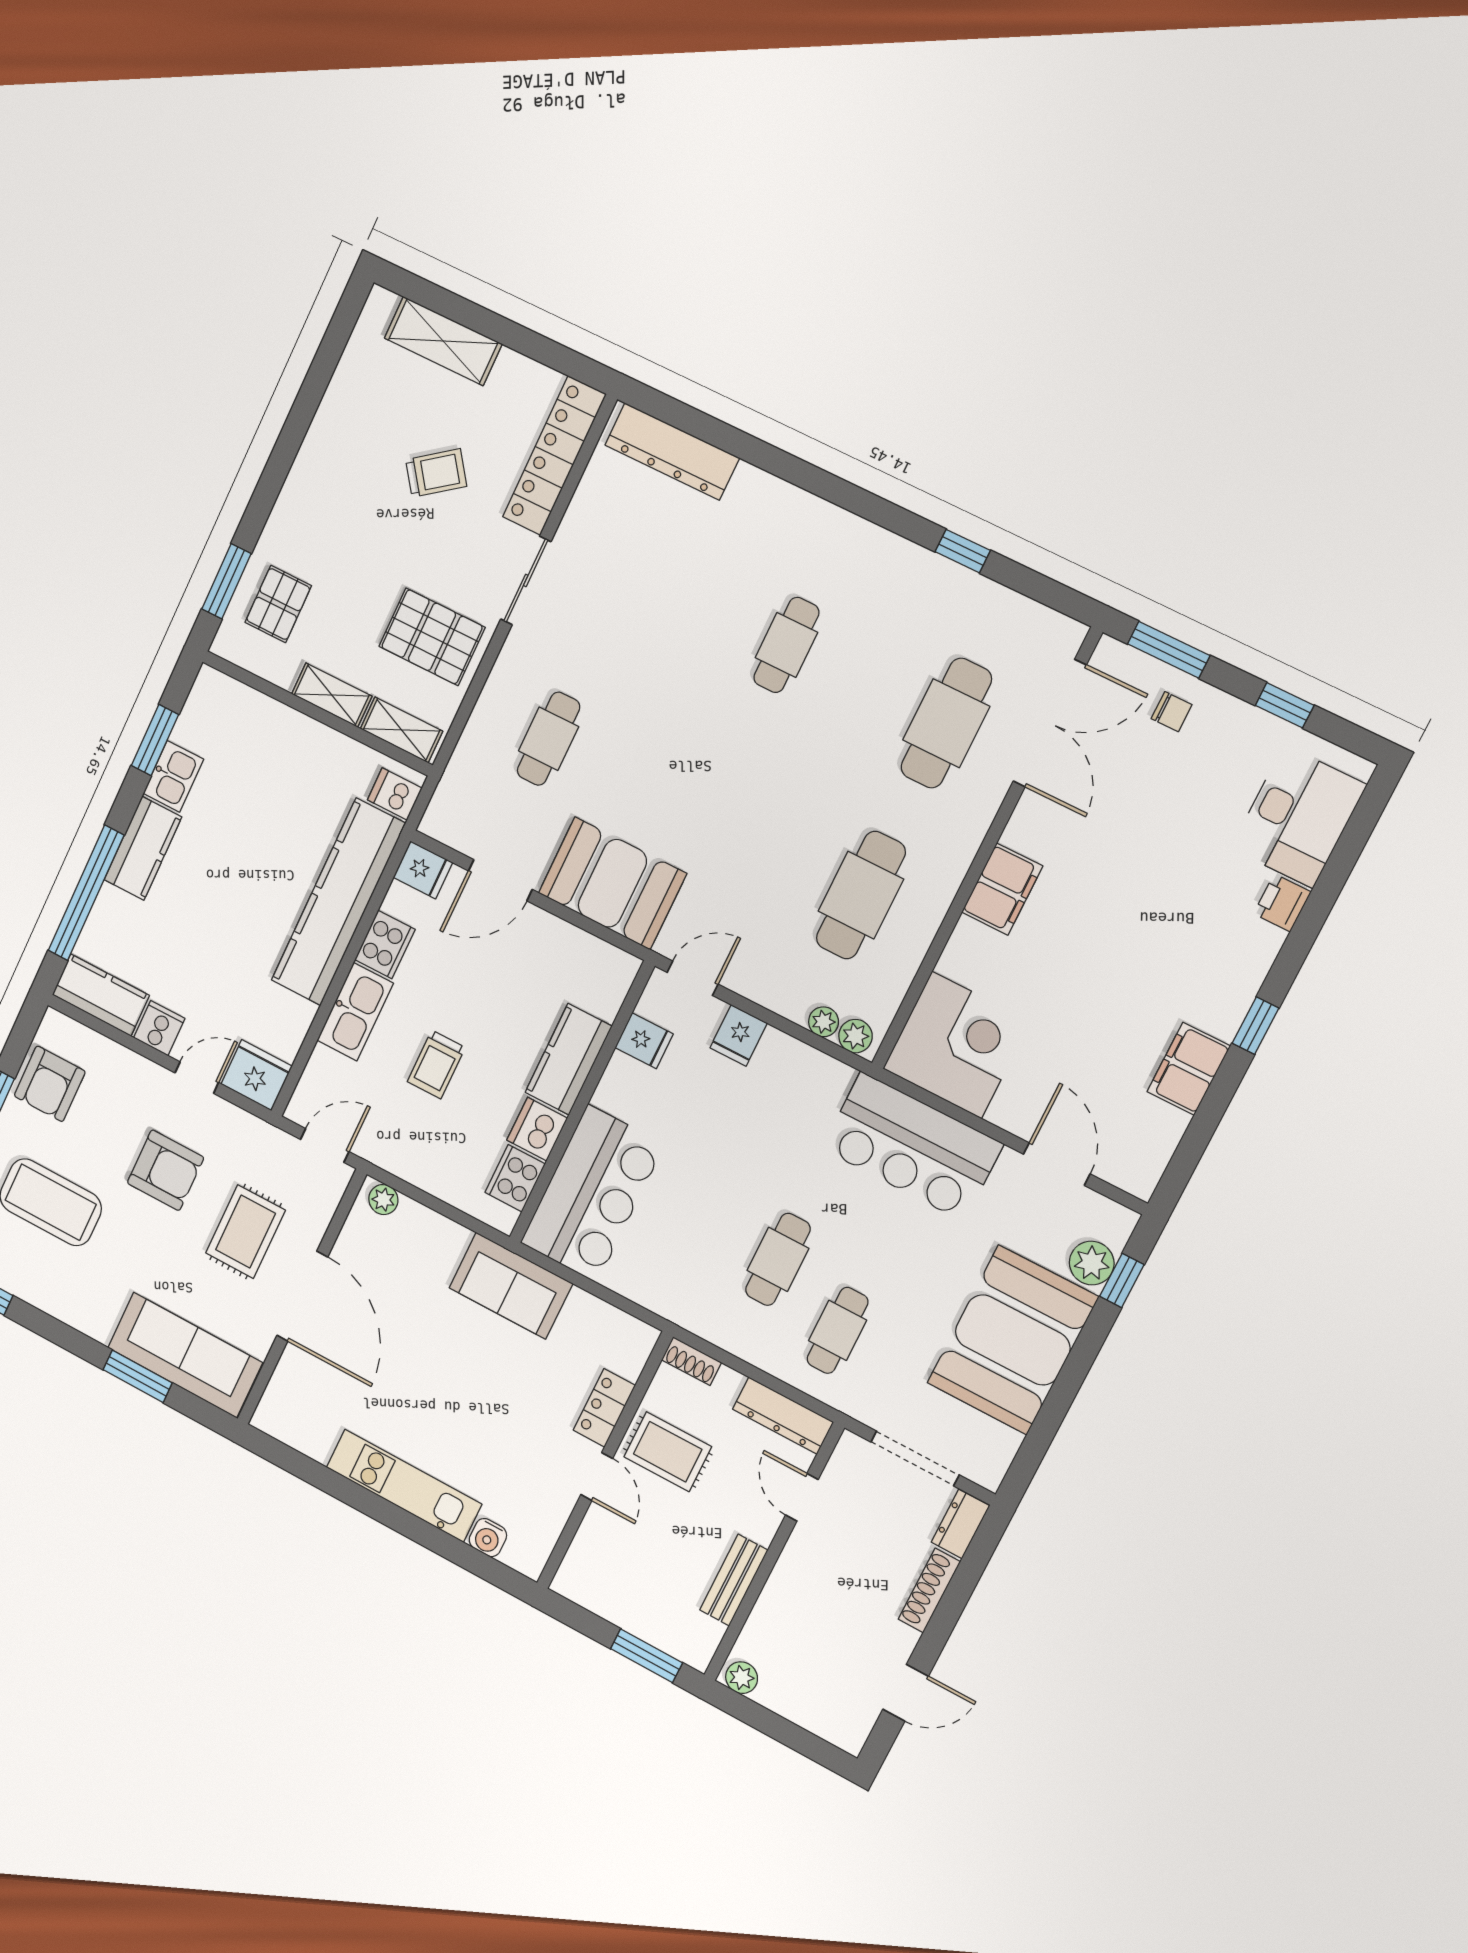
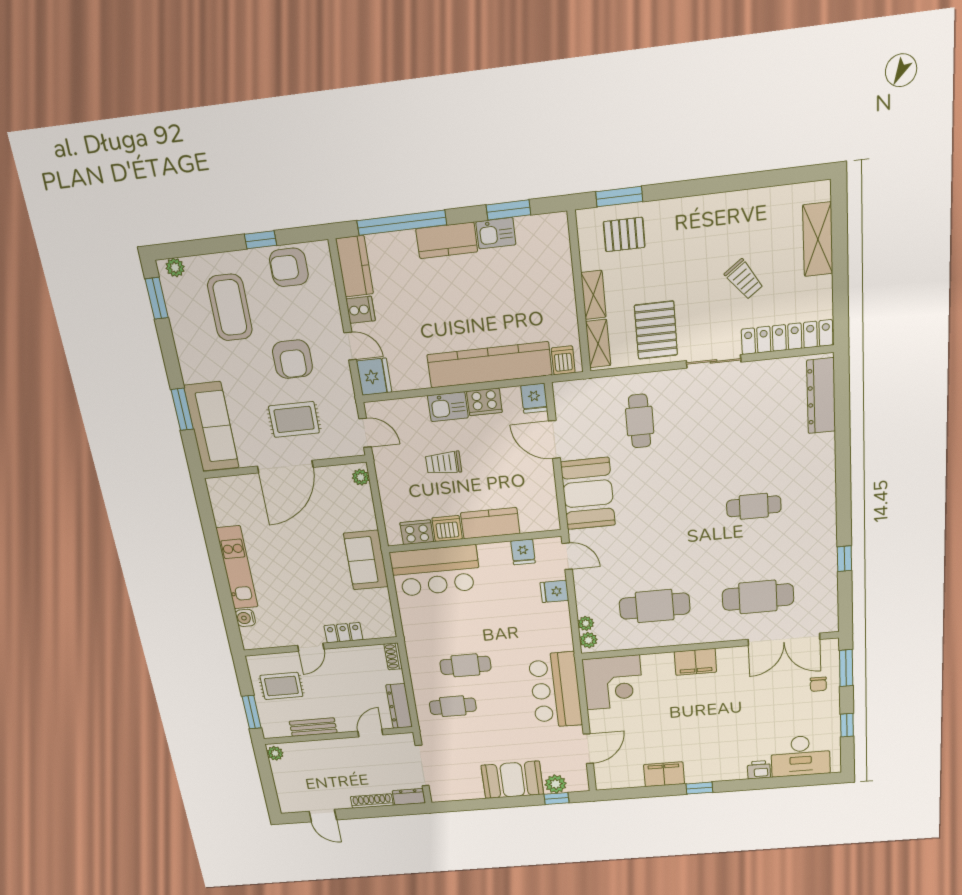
cafe table: (549, 739) -> (640, 421), turned 90
kitchen sink: (355, 1012) -> (448, 407), width x0.73
booth: (1013, 1340) -> (512, 780), width x0.73, depth x0.70
rug: (668, 1452) -> (281, 686), moved, turned 90

